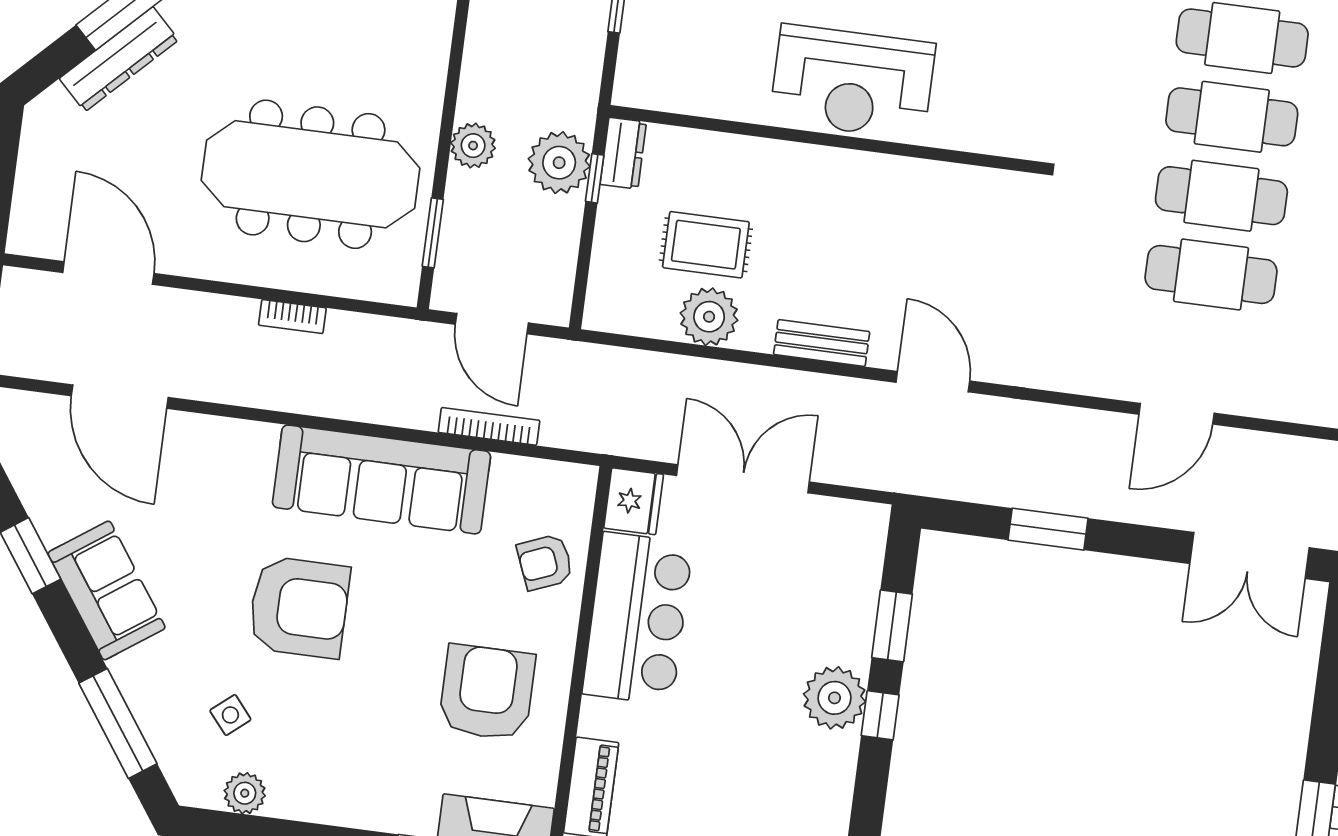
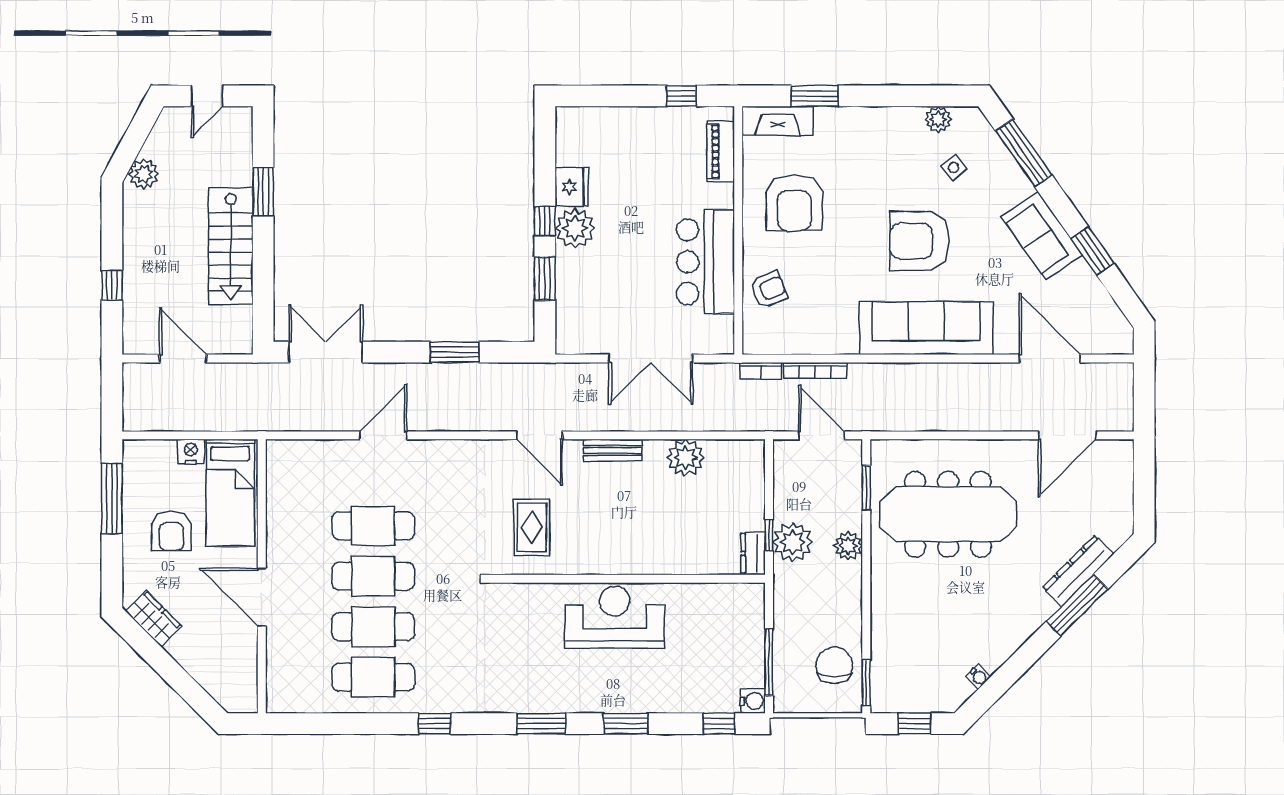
rug: (706, 245) -> (532, 527), moved, turned 90
door: (108, 273) -> (1067, 435), hinge flipped
bookcase: (292, 317) -> (761, 371), moved, turned 180
sofa: (381, 479) -> (926, 328), moved
fridge: (634, 501) -> (572, 187), moved, turned 180

